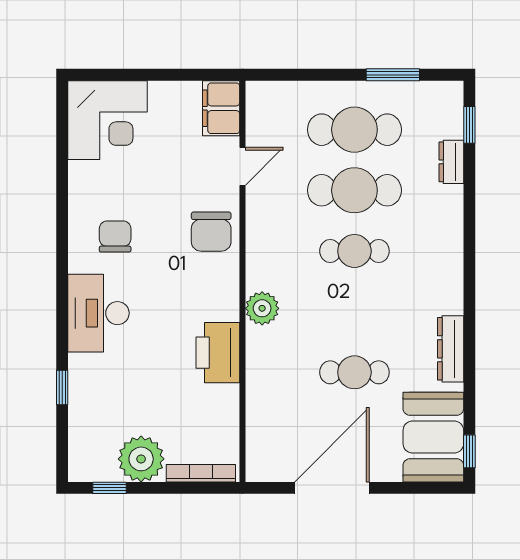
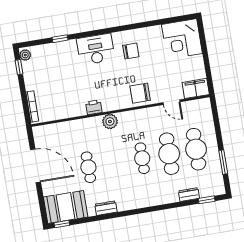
dresser: (451, 349) -> (106, 208), width x0.70
printer: (218, 353) -> (94, 107), width x0.53, depth x0.68
plant: (141, 459) -> (25, 55), moved, width x0.53, depth x0.53

